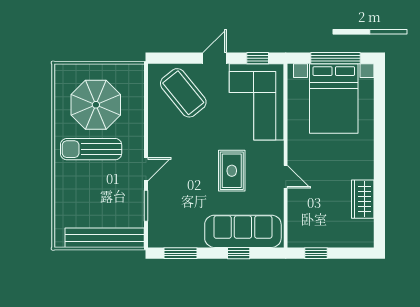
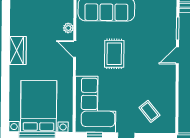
coffee table: (183, 93) -> (149, 111), width x0.54, depth x0.58
wardrobe: (363, 199) -> (18, 51), moved
plant: (294, 205) -> (68, 28), added

